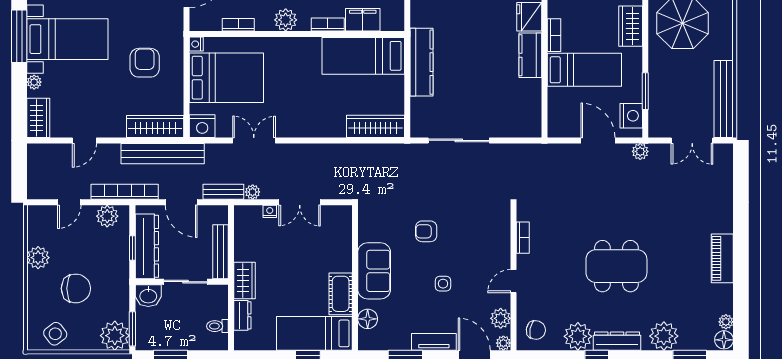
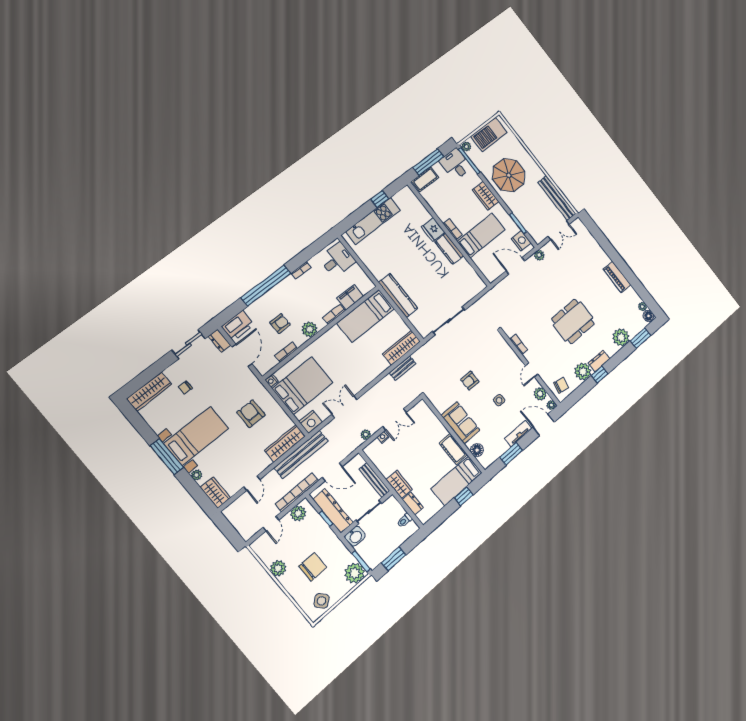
bench: (223, 192) -> (403, 368), moved
dresser: (617, 341) -> (599, 361), width x0.70

